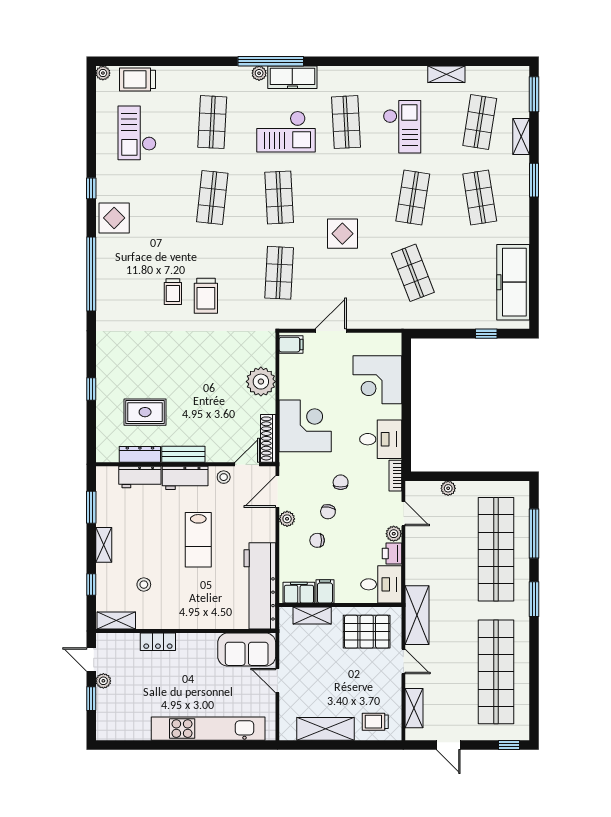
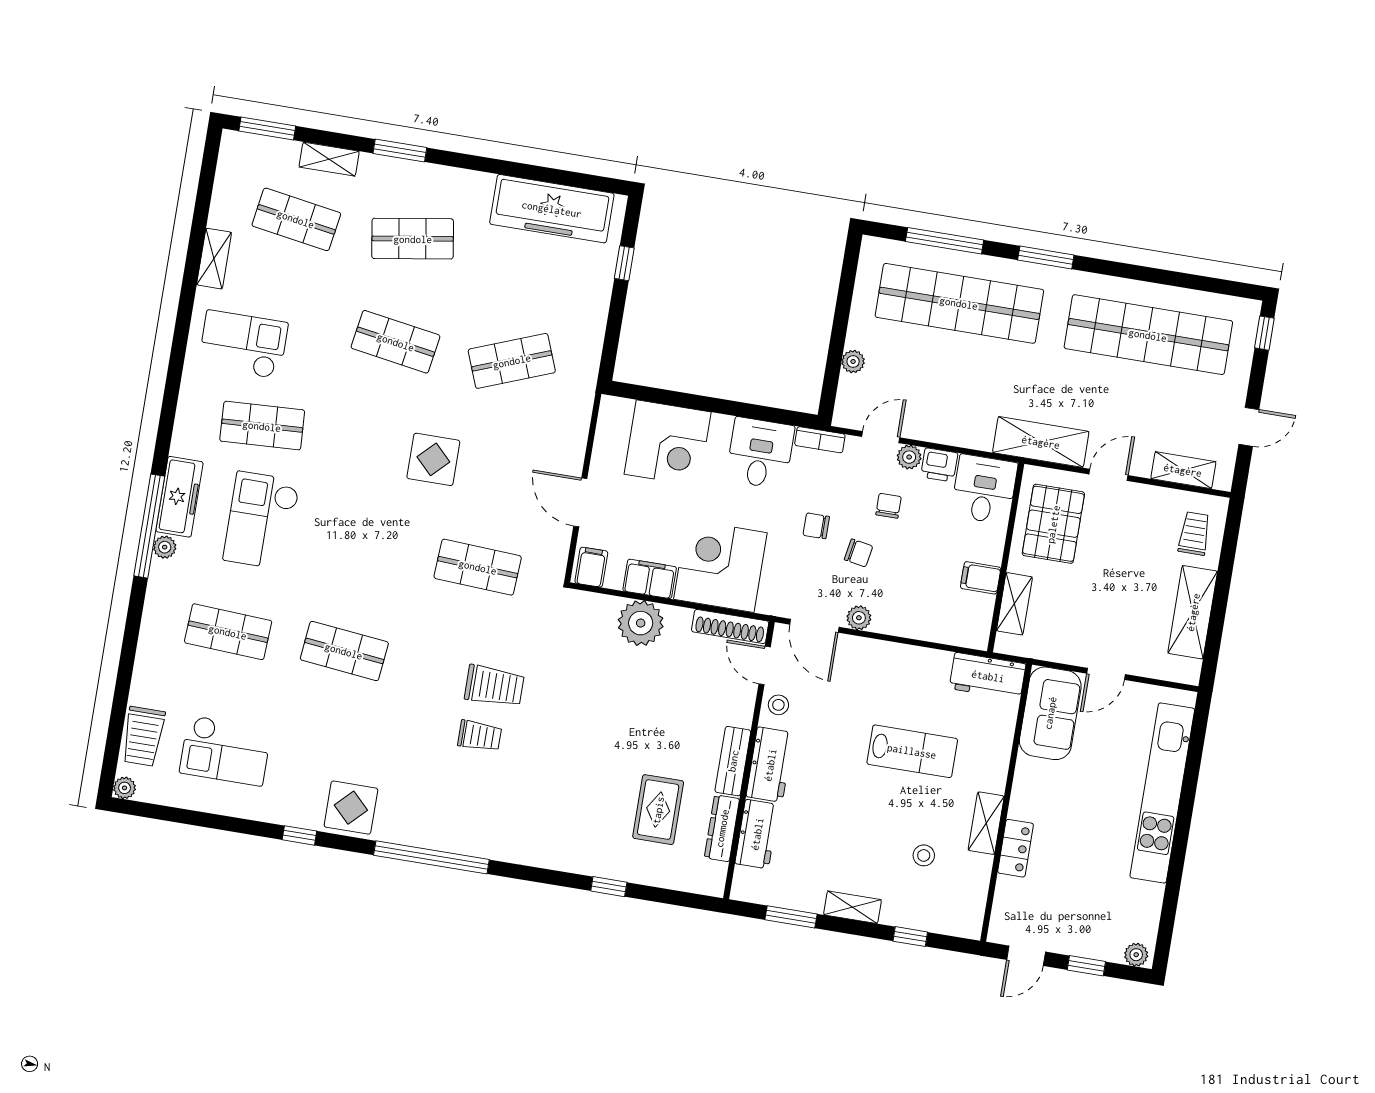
checkout: (402, 127) -> (243, 344), moved
checkout: (286, 132) -> (262, 521), turned 180
shop shelf: (279, 197) -> (361, 548), removed
lab bench: (198, 540) -> (912, 751), moved
chair: (317, 540) -> (889, 506), moved, turned 180
workbench: (260, 586) -> (988, 676), width x0.53, depth x0.76
filing cabinet: (299, 593) -> (650, 579), moved, turned 90
shelving: (116, 621) -> (986, 823), moved
plant: (103, 681) -> (1136, 955), moved
trolley: (375, 722) -> (1194, 534), turned 180

